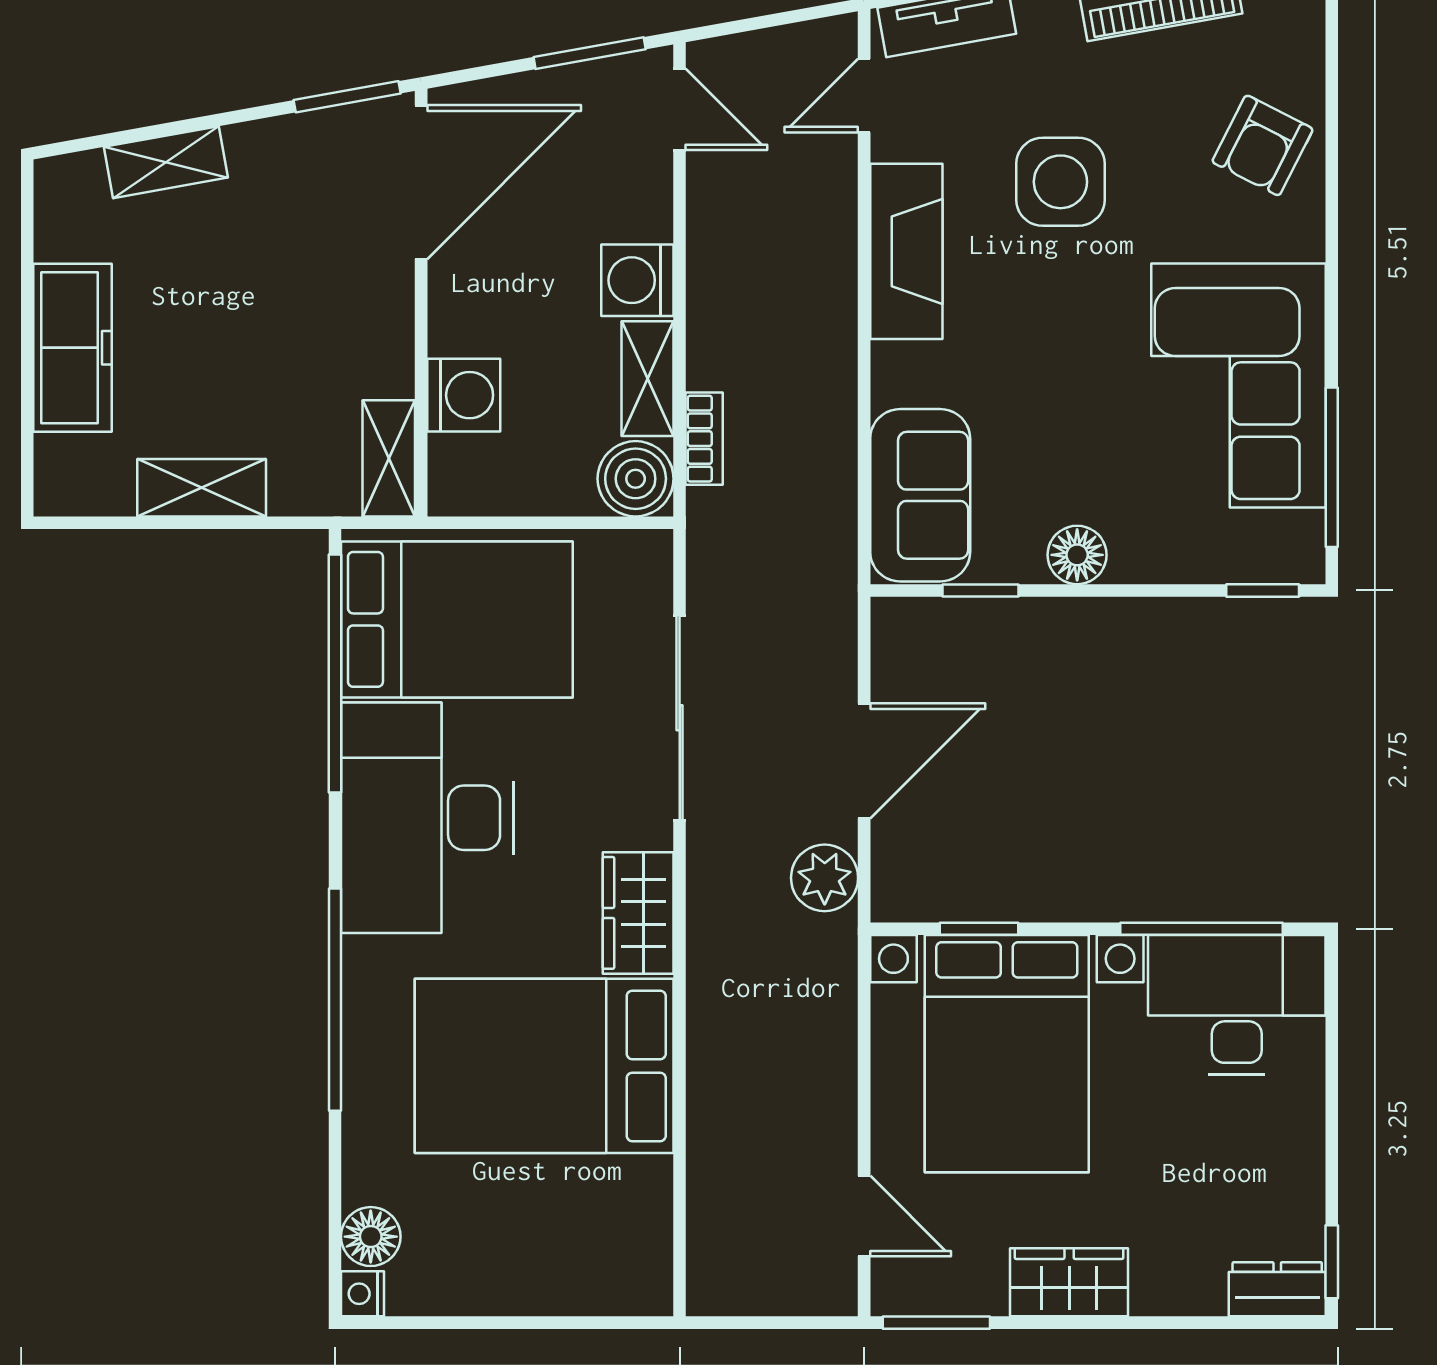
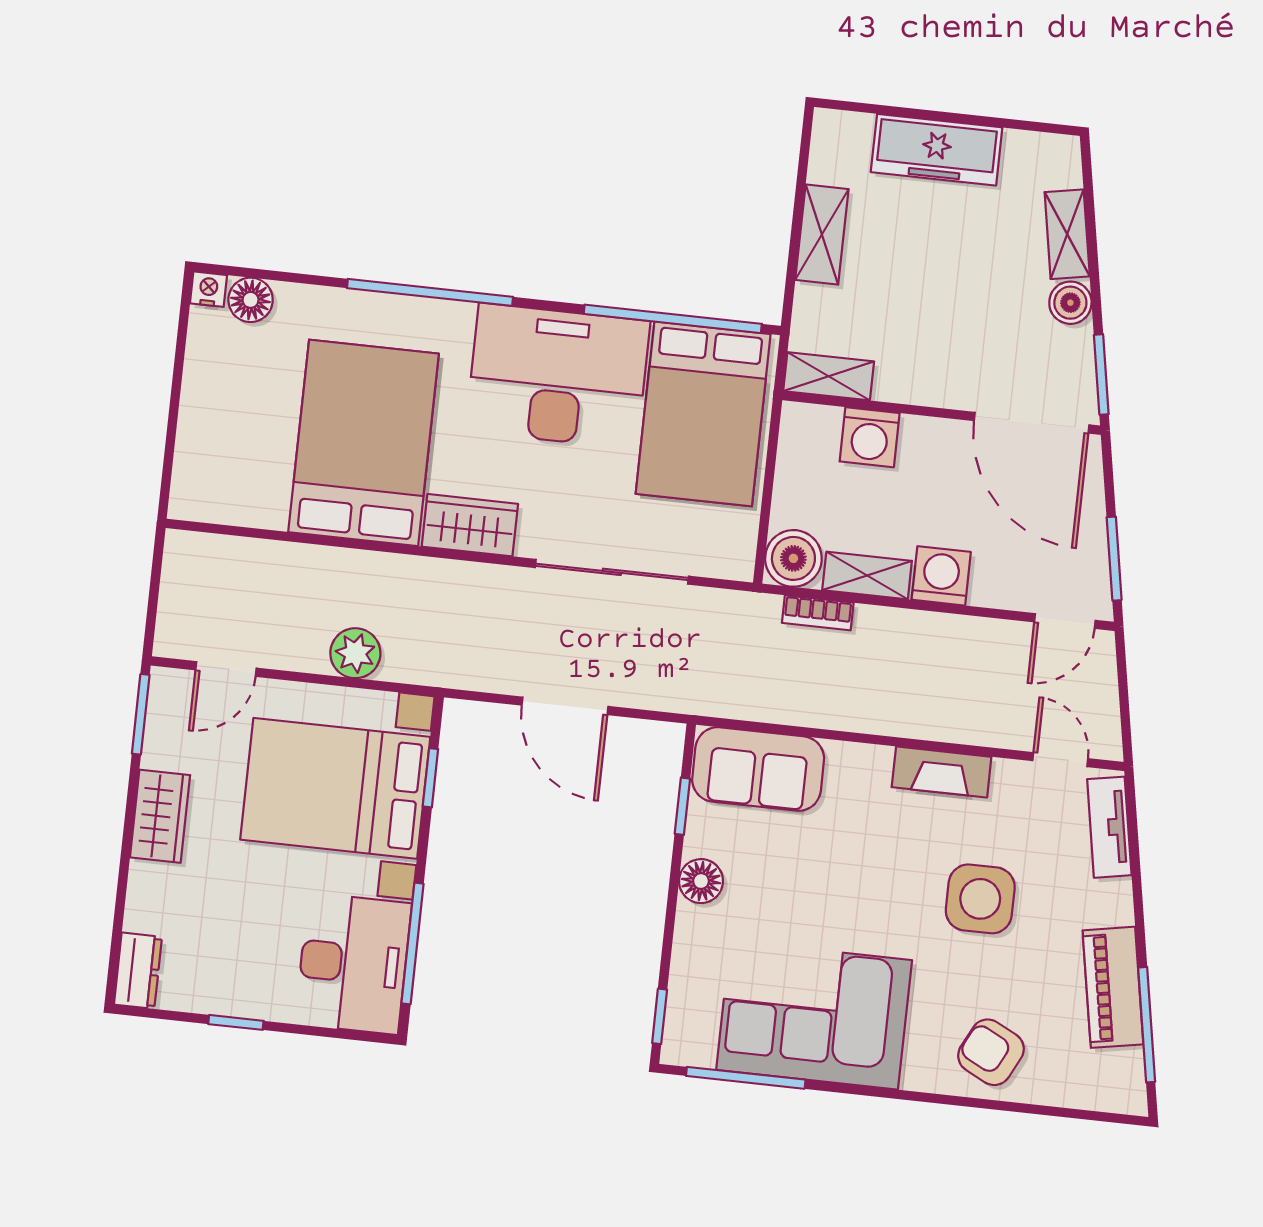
boiler: (256, 148) -> (1070, 303), added
fireplace: (906, 251) -> (942, 772), width x0.73, depth x0.76
plant: (825, 878) -> (355, 653), moved
window: (1332, 1262) -> (236, 1022), moved

